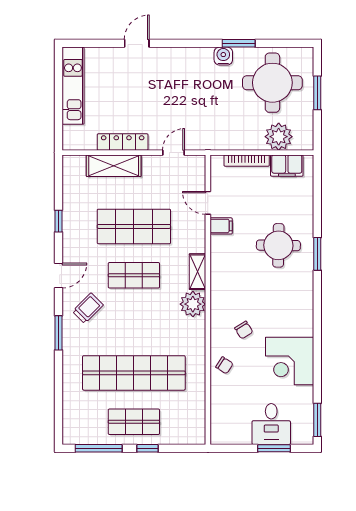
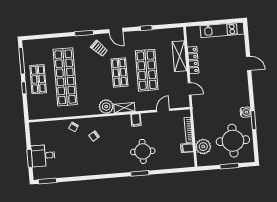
filing cabinet: (287, 166) -> (187, 148), width x0.50
filing cabinet: (221, 226) -> (136, 120), moved
corner desk: (290, 361) -> (79, 163), removed

